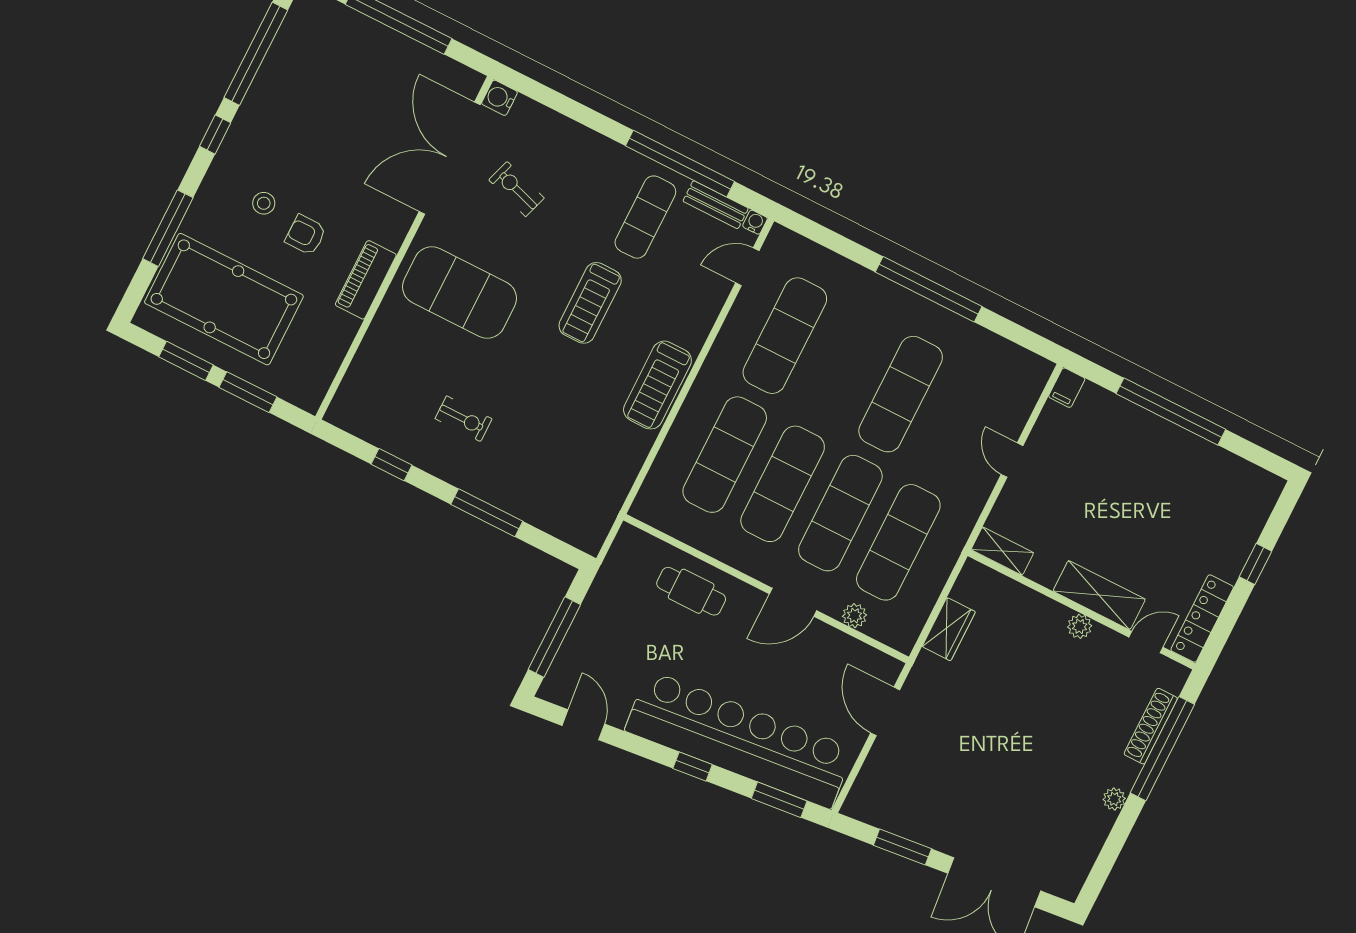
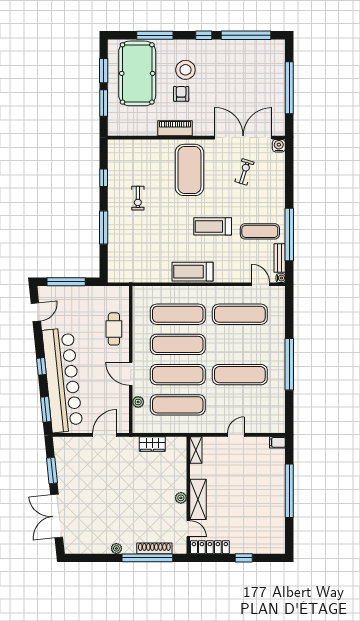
stool: (264, 203) -> (185, 70), width x1.89, depth x1.89

